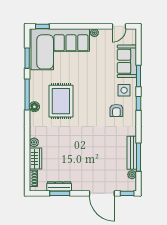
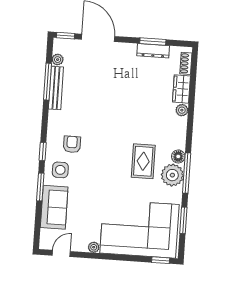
plant: (38, 92) -> (172, 175), added
rug: (61, 101) -> (143, 161), width x0.73, depth x0.70

